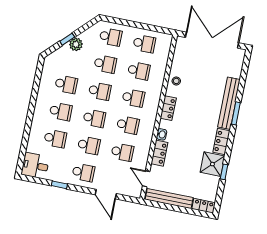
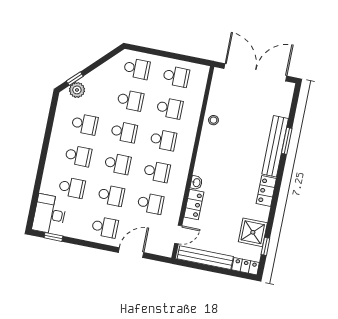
window: (67, 39) -> (75, 79), moved
plant: (76, 44) -> (77, 90), moved
locker: (168, 108) -> (204, 152), removed
window: (236, 113) -> (287, 141), moved
shower: (212, 164) -> (253, 232), moved
desk: (35, 166) -> (49, 214), width x1.37
window: (224, 172) -> (265, 246), moved
door: (146, 179) -> (178, 235), swing flipped
window: (59, 185) -> (53, 237), moved
door: (106, 194) -> (131, 253), swing flipped

